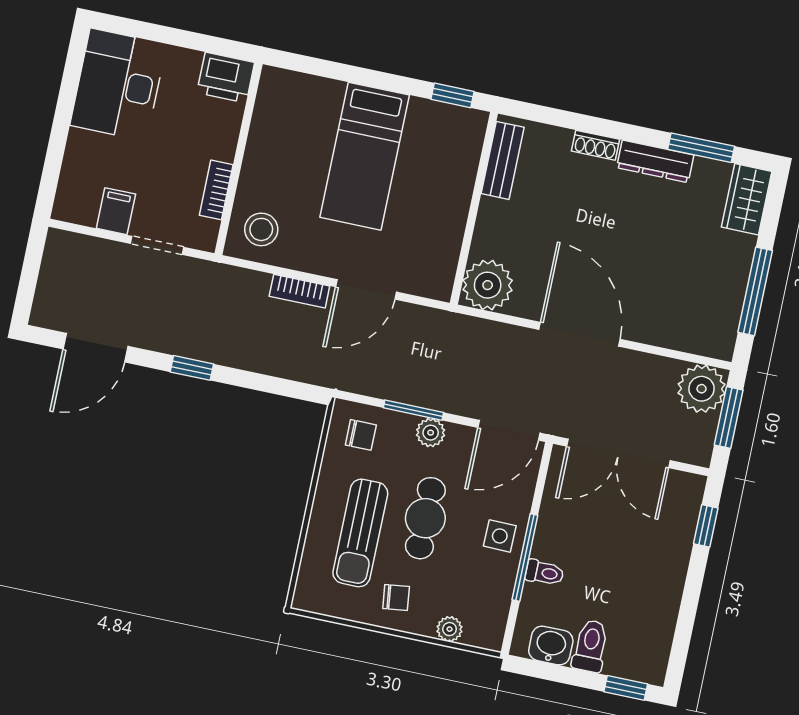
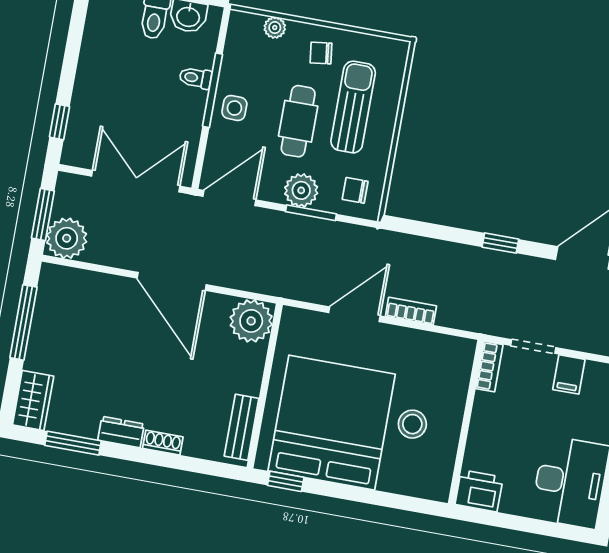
bed: (365, 156) -> (332, 423), width x2.04
dresser: (655, 161) -> (121, 432), width x0.70
bookcase: (216, 190) -> (489, 367), moved
stool: (261, 229) -> (412, 424), moved
plant: (431, 433) -> (301, 190), width x1.38, depth x1.38

